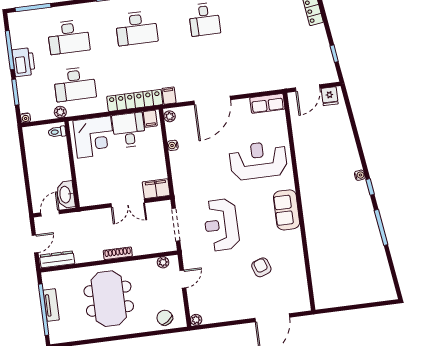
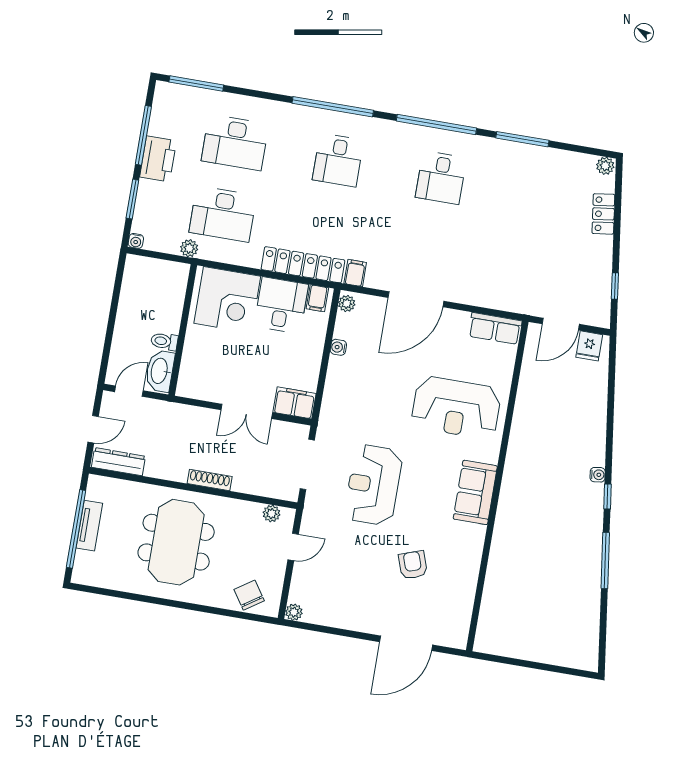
desk: (137, 28) -> (338, 160), width x0.73
toilet: (57, 132) -> (164, 341), moved
reception desk: (258, 160) -> (456, 408), turned 180

